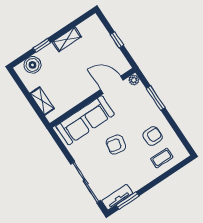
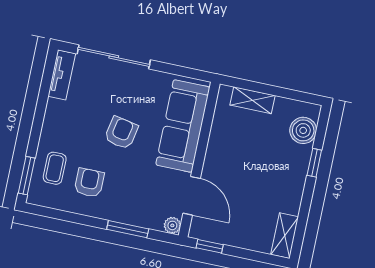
shelving: (67, 39) -> (285, 236), moved
window: (117, 40) -> (210, 246), moved
door: (112, 85) -> (192, 196), hinge flipped
armchair: (153, 136) -> (89, 183), turned 180
window: (128, 200) -> (27, 176), moved

